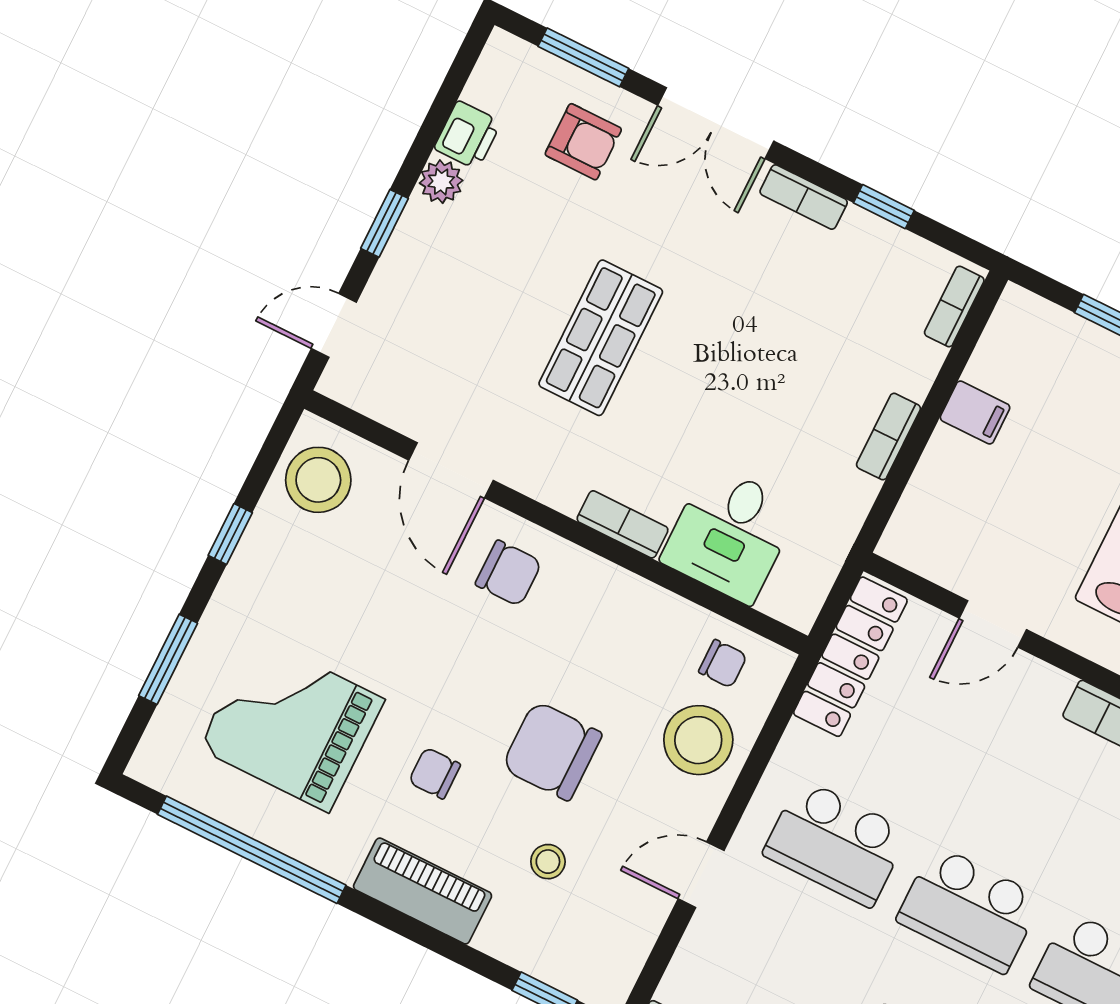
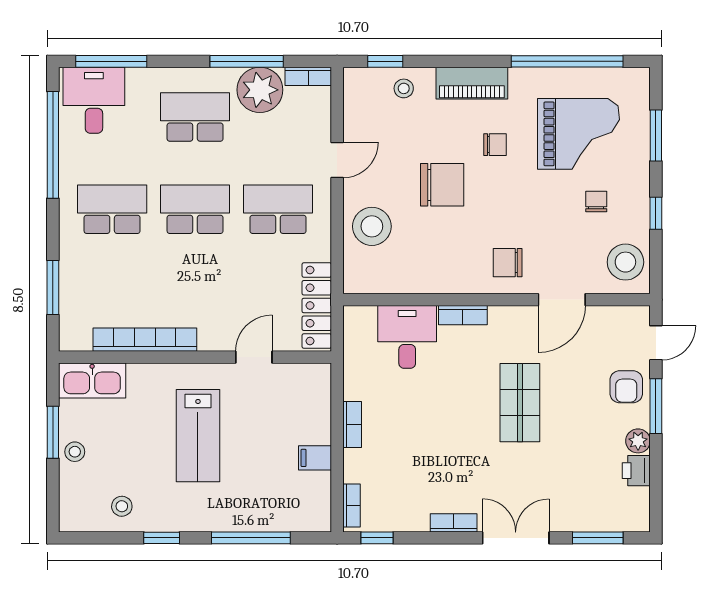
armchair: (583, 142) -> (626, 387), moved, turned -90
window: (884, 207) -> (377, 538), moved
window: (384, 223) -> (656, 406), width x1.50
door: (451, 470) -> (562, 300), swing flipped
chair: (723, 664) -> (596, 202), moved, turned 90
stool: (548, 862) -> (404, 88), moved

